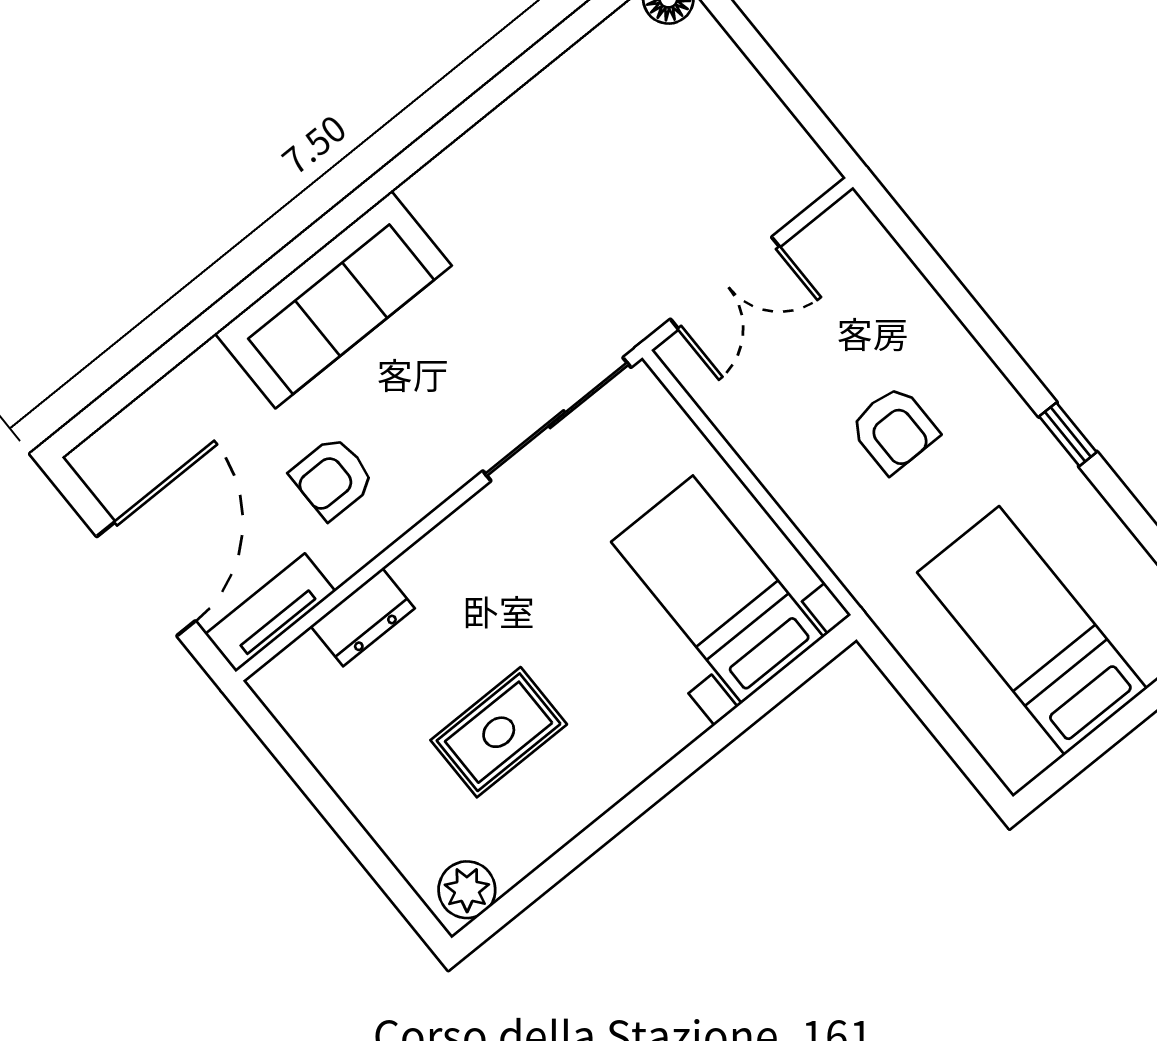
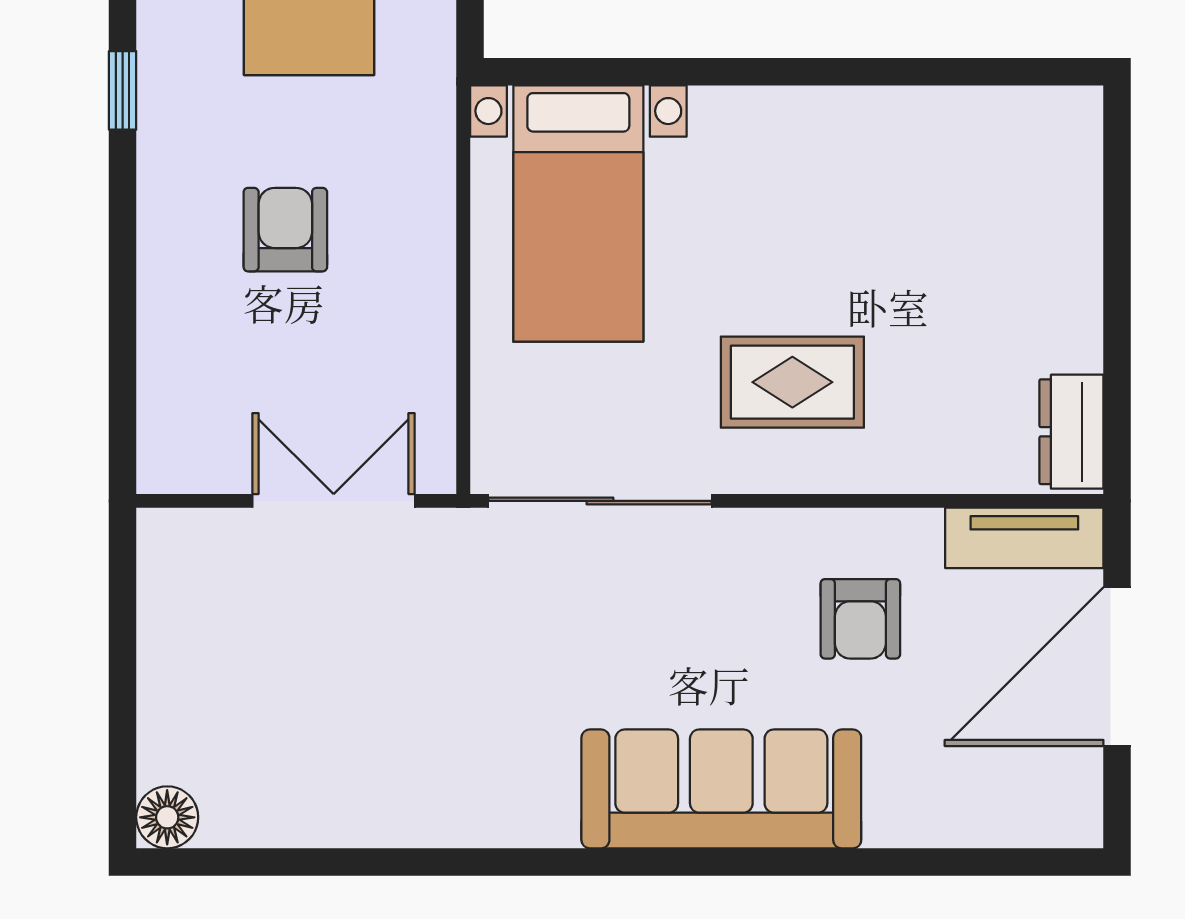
armchair: (332, 478) -> (860, 619), turned 90
dresser: (363, 617) -> (1071, 432), moved, turned -90
rug: (499, 732) -> (792, 382), moved
plant: (467, 890) -> (1051, 120), removed

